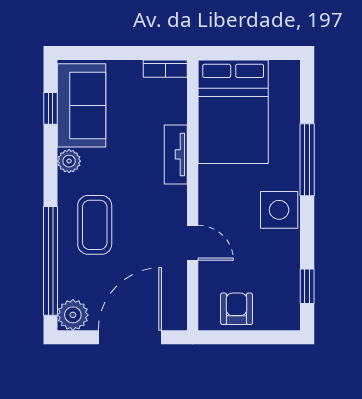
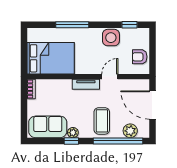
window: (51, 108) -> (71, 141), moved
tv unit: (176, 154) -> (86, 84), moved
side table: (279, 210) -> (111, 38), moved
coffee table: (95, 225) -> (102, 121), turned 90
plant: (73, 315) -> (130, 131), moved

